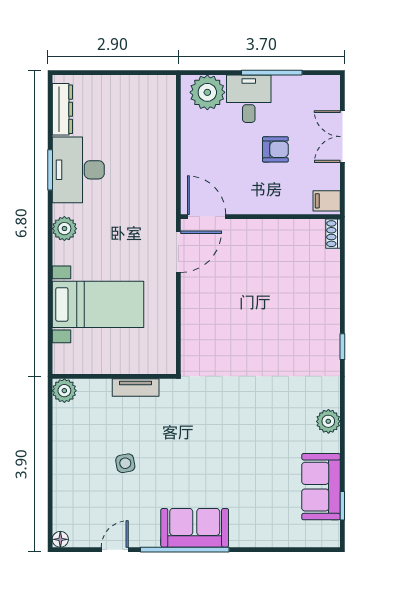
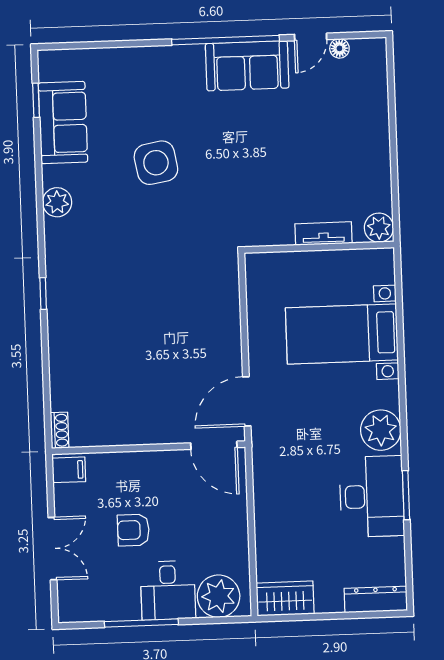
wardrobe: (153, 88) -> (285, 599), added
dresser: (62, 109) -> (376, 599), moved, turned 90
plant: (64, 229) -> (381, 430), width x1.36, depth x1.36
tv unit: (136, 387) -> (324, 234), moved
side table: (125, 463) -> (156, 163), moved, width x1.87, depth x1.87
sofa: (195, 528) -> (247, 66), moved
floor lamp: (60, 539) -> (339, 48), moved

